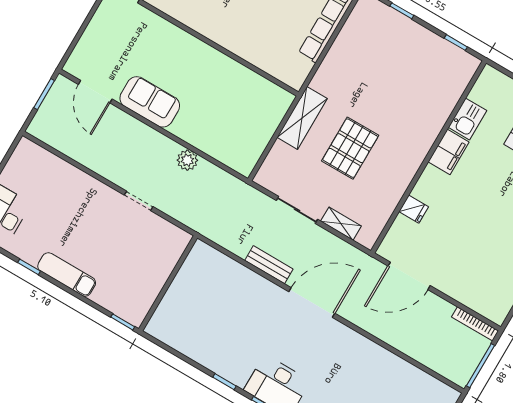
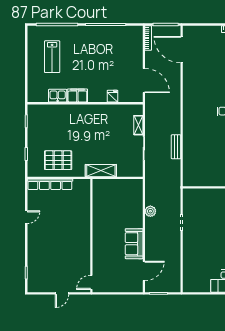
pallet: (350, 148) -> (58, 160), moved
door: (312, 303) -> (182, 50), moved

